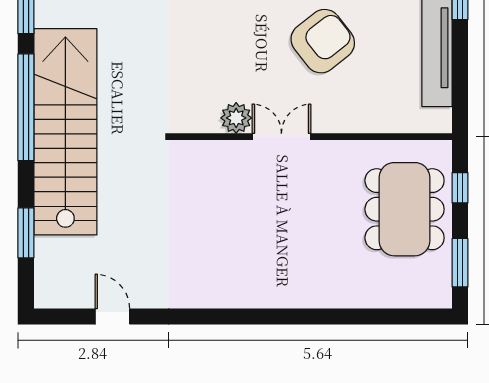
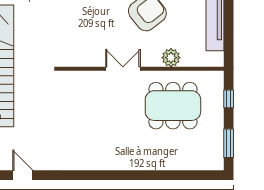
plant: (236, 118) -> (171, 58), moved
dining table: (405, 209) -> (173, 106), moved, turned 90

